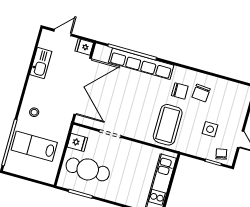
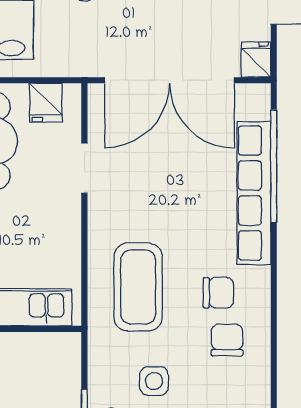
chair: (180, 91) -> (218, 293), turned -90
chair: (201, 93) -> (227, 340), turned 85
coffee table: (168, 125) -> (138, 287), turned 90

